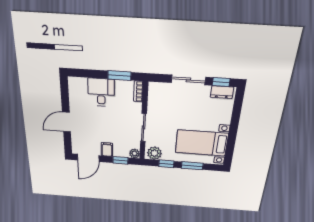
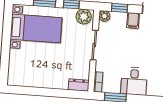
sliding door: (188, 80) -> (51, 93), removed
window: (221, 82) -> (21, 90), removed
dresser: (222, 92) -> (79, 85), moved

